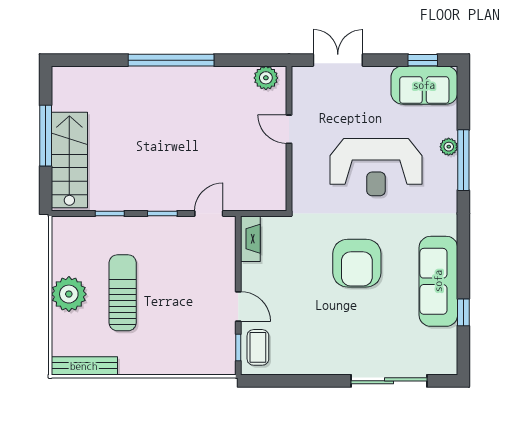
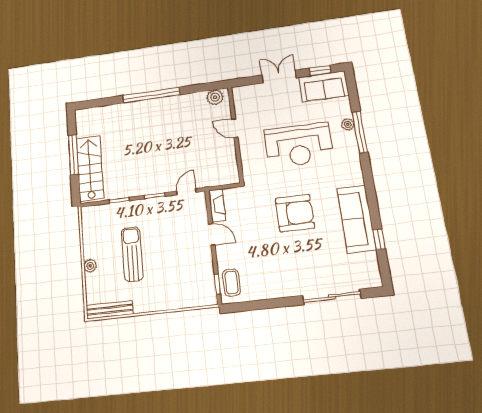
double door: (338, 60) -> (279, 76), moved
armchair: (357, 263) -> (295, 213), turned -90
plant: (69, 294) -> (90, 266), width x0.53, depth x0.53
door: (238, 306) -> (212, 234), moved

